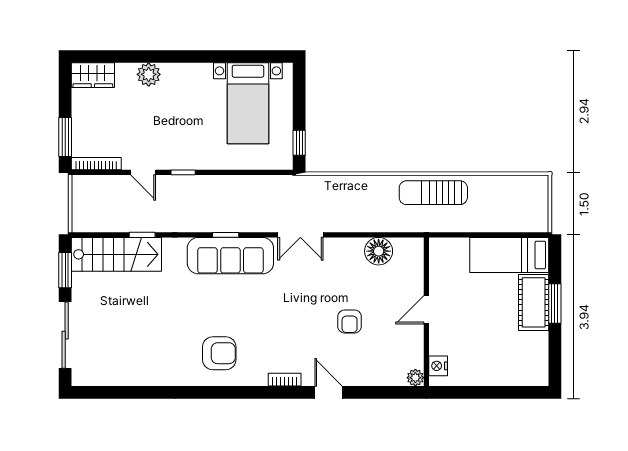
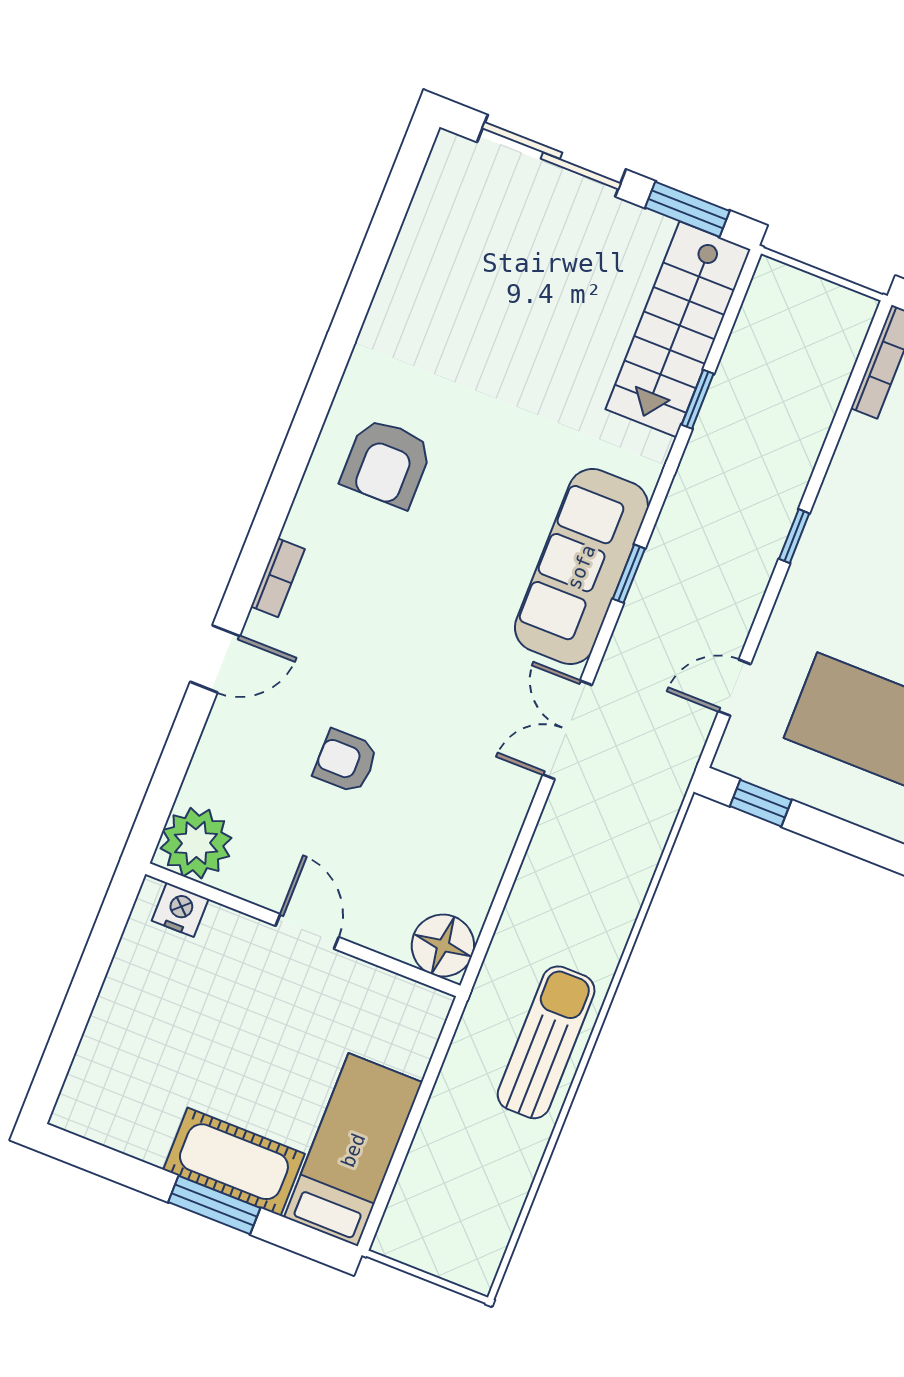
door: (143, 172) -> (734, 688), moved
floor lamp: (379, 251) -> (443, 946), moved
plant: (415, 378) -> (196, 843), width x1.88, depth x1.88

